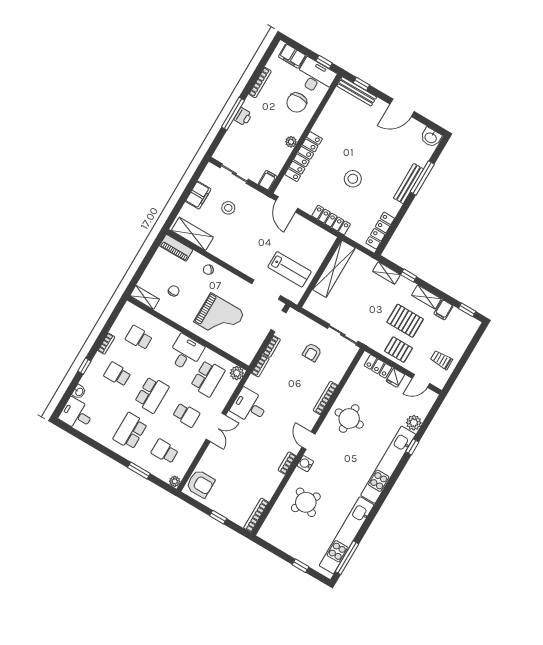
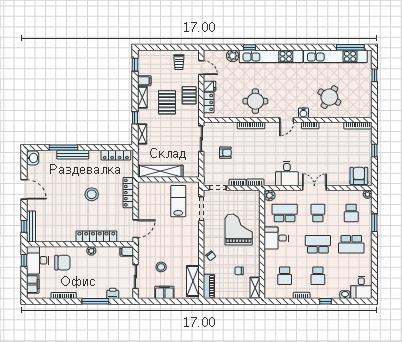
printer: (243, 117) -> (113, 293), moved

